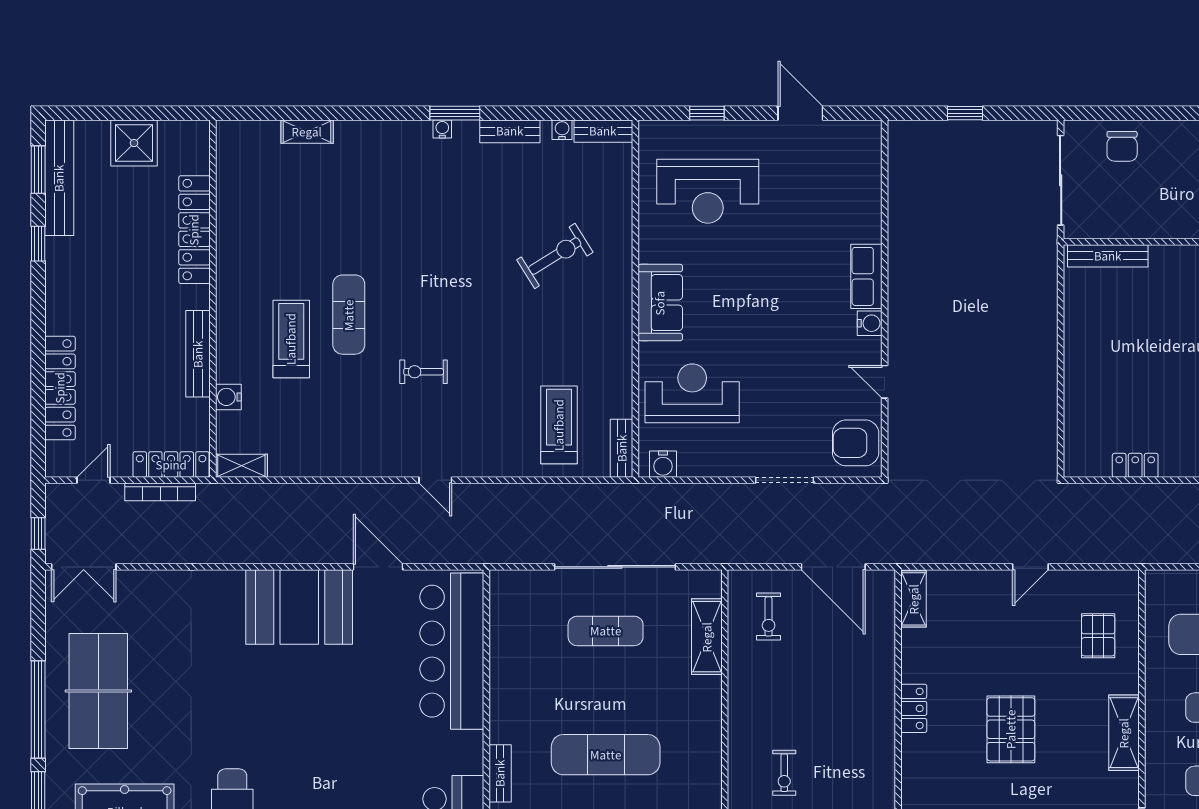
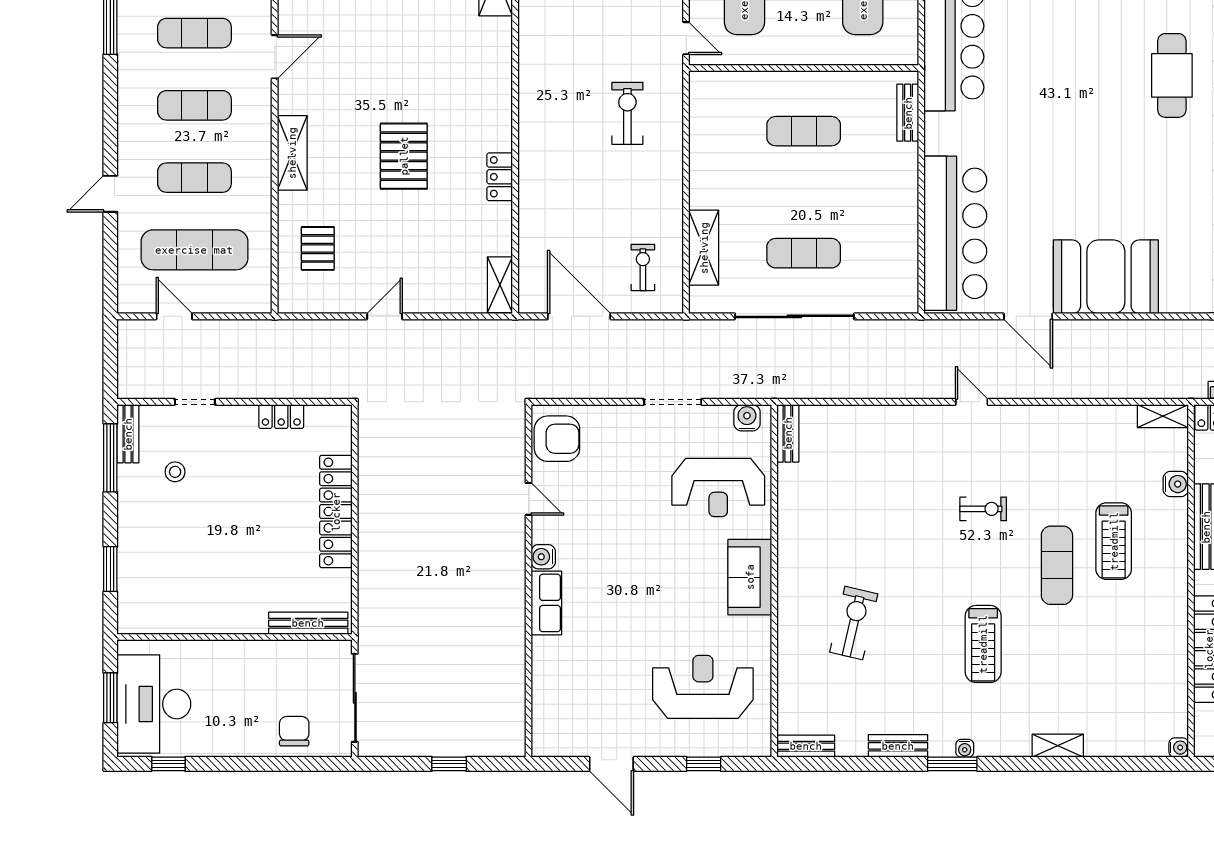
water cooler: (562, 130) -> (1179, 748), moved, turned -90
shelving: (307, 132) -> (1058, 746), moved
exercise bike: (555, 256) -> (854, 623), turned 135
locker: (1080, 369) -> (336, 512), added
treadmill: (559, 425) -> (983, 644), moved
doorway: (785, 480) -> (673, 402), moved
exercise mat: (606, 755) -> (804, 131), width x0.73, depth x0.69
exercise bike: (784, 773) -> (627, 113), width x1.38, depth x1.39

